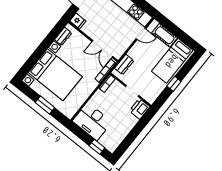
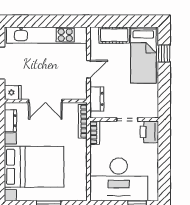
door: (141, 34) -> (89, 69), moved
double door: (102, 49) -> (45, 101), moved
window: (174, 84) -> (164, 53), moved
desk: (92, 121) -> (119, 179), width x1.36, depth x1.30

